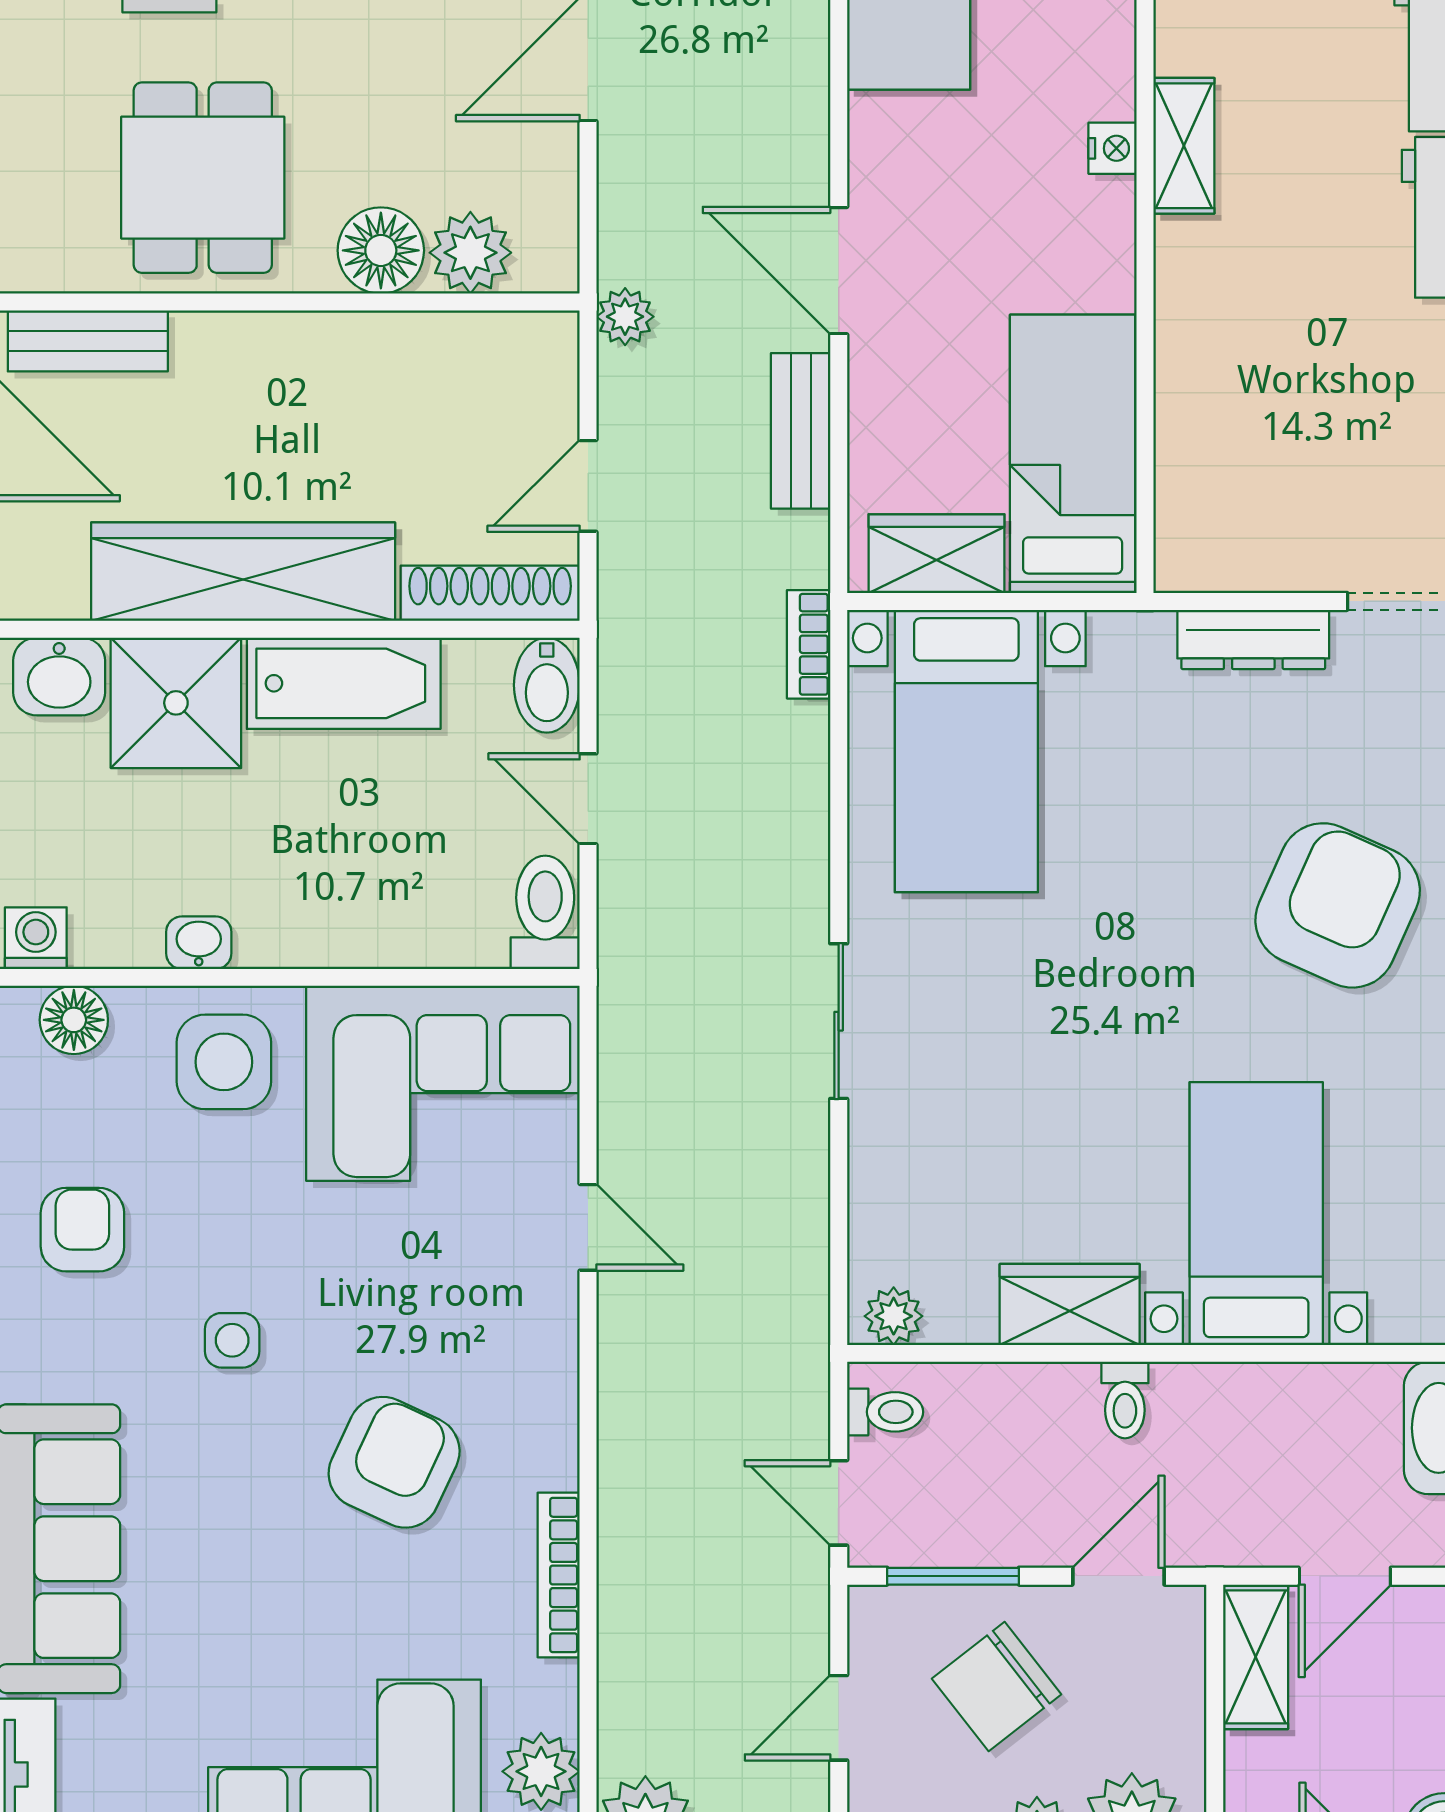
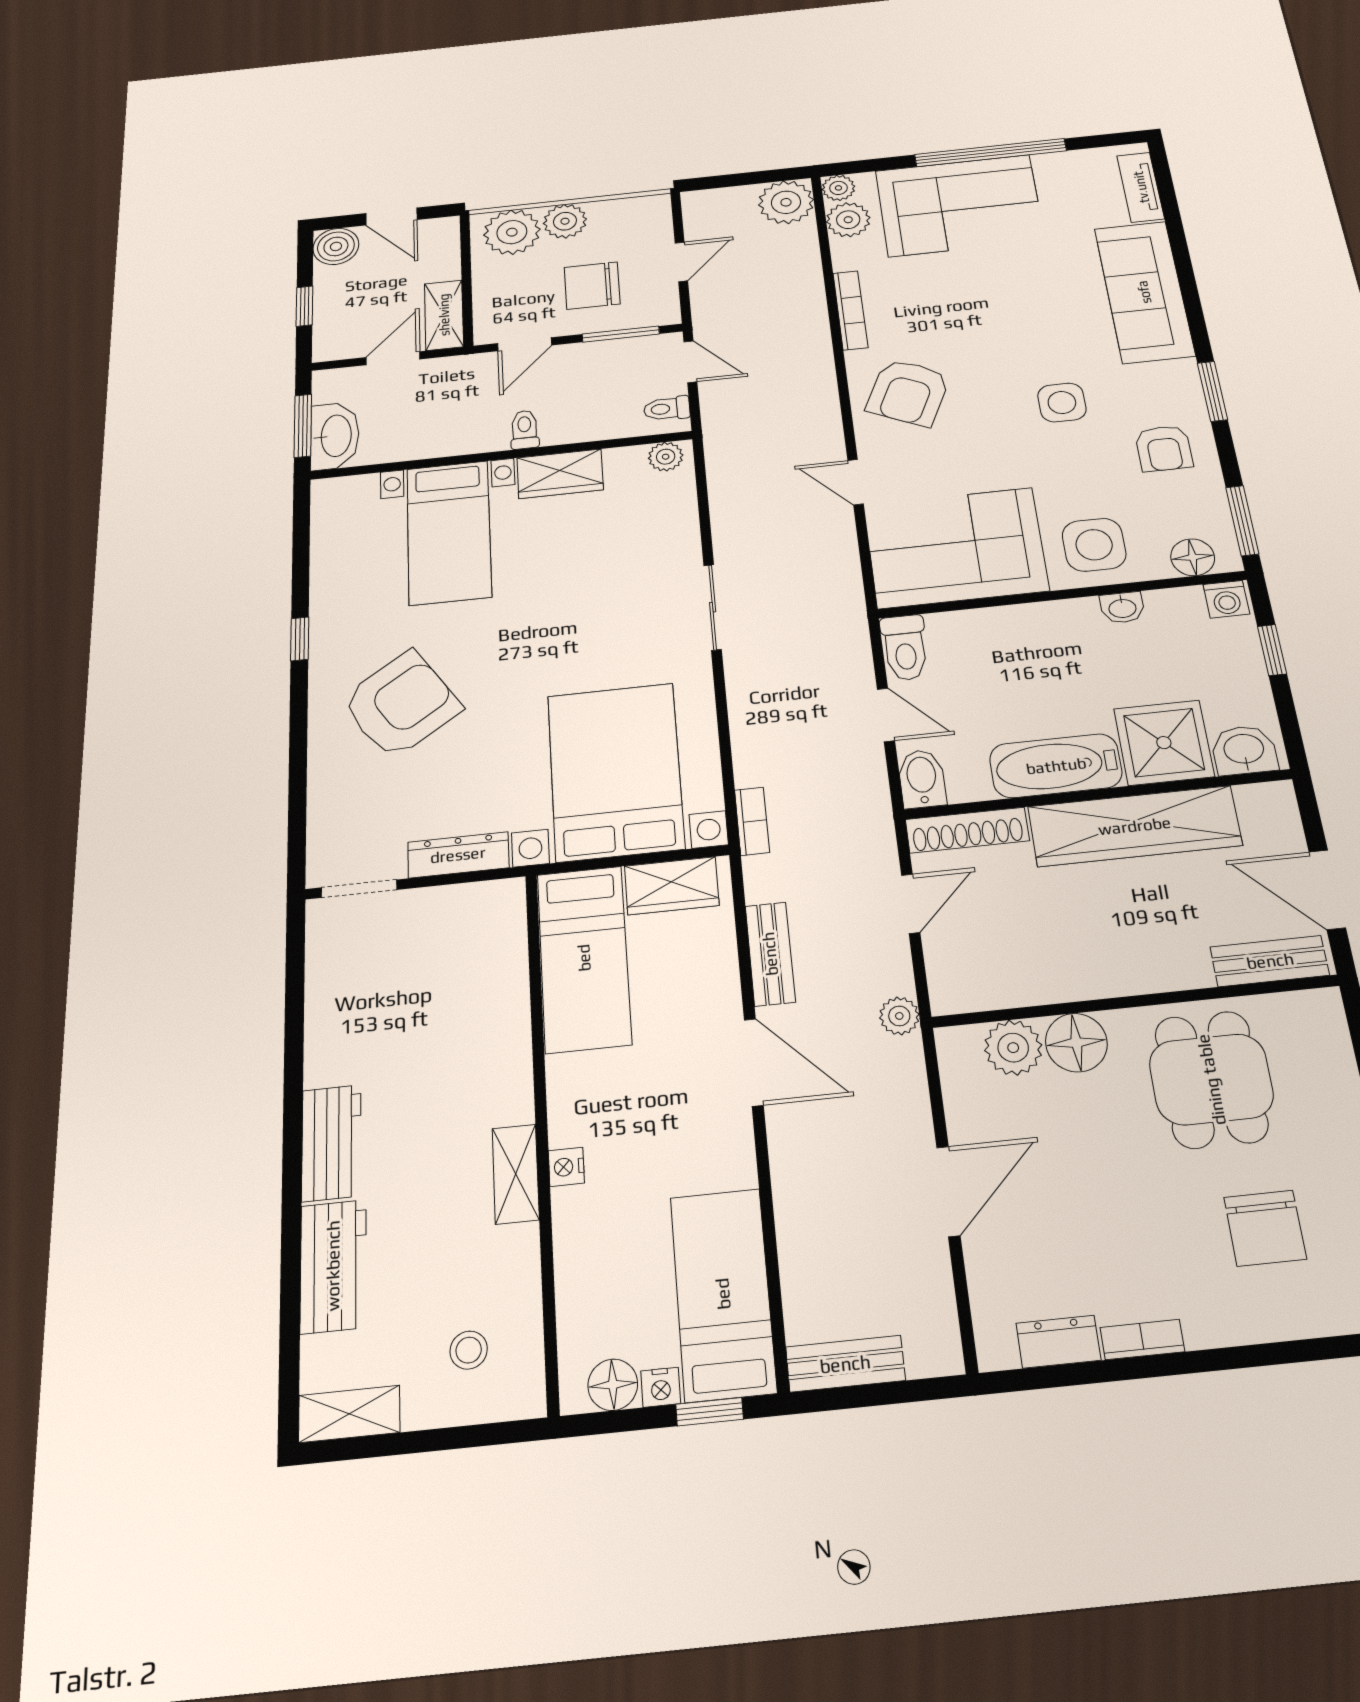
bed with nightstands: (966, 751) -> (615, 771), width x1.36
armchair: (1338, 905) -> (401, 704), turned -148
side table: (232, 1340) -> (1062, 403), width x1.37, depth x1.37
armchair: (394, 1462) -> (908, 392), moved
chair: (997, 1687) -> (592, 286), turned -142

